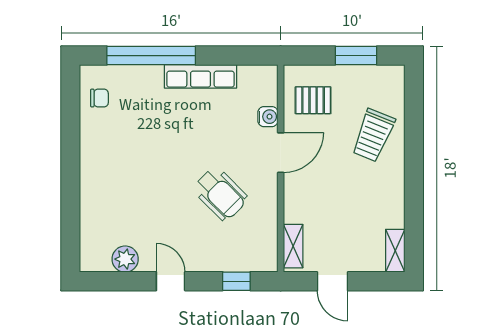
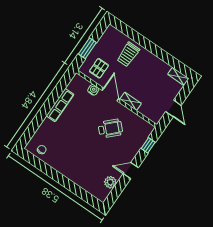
window: (151, 56) -> (39, 119), removed
window: (356, 56) -> (87, 48), moved
trolley: (373, 135) -> (128, 54), turned 68
shelving: (293, 246) -> (131, 101), moved
door: (333, 281) -> (173, 108), hinge flipped

